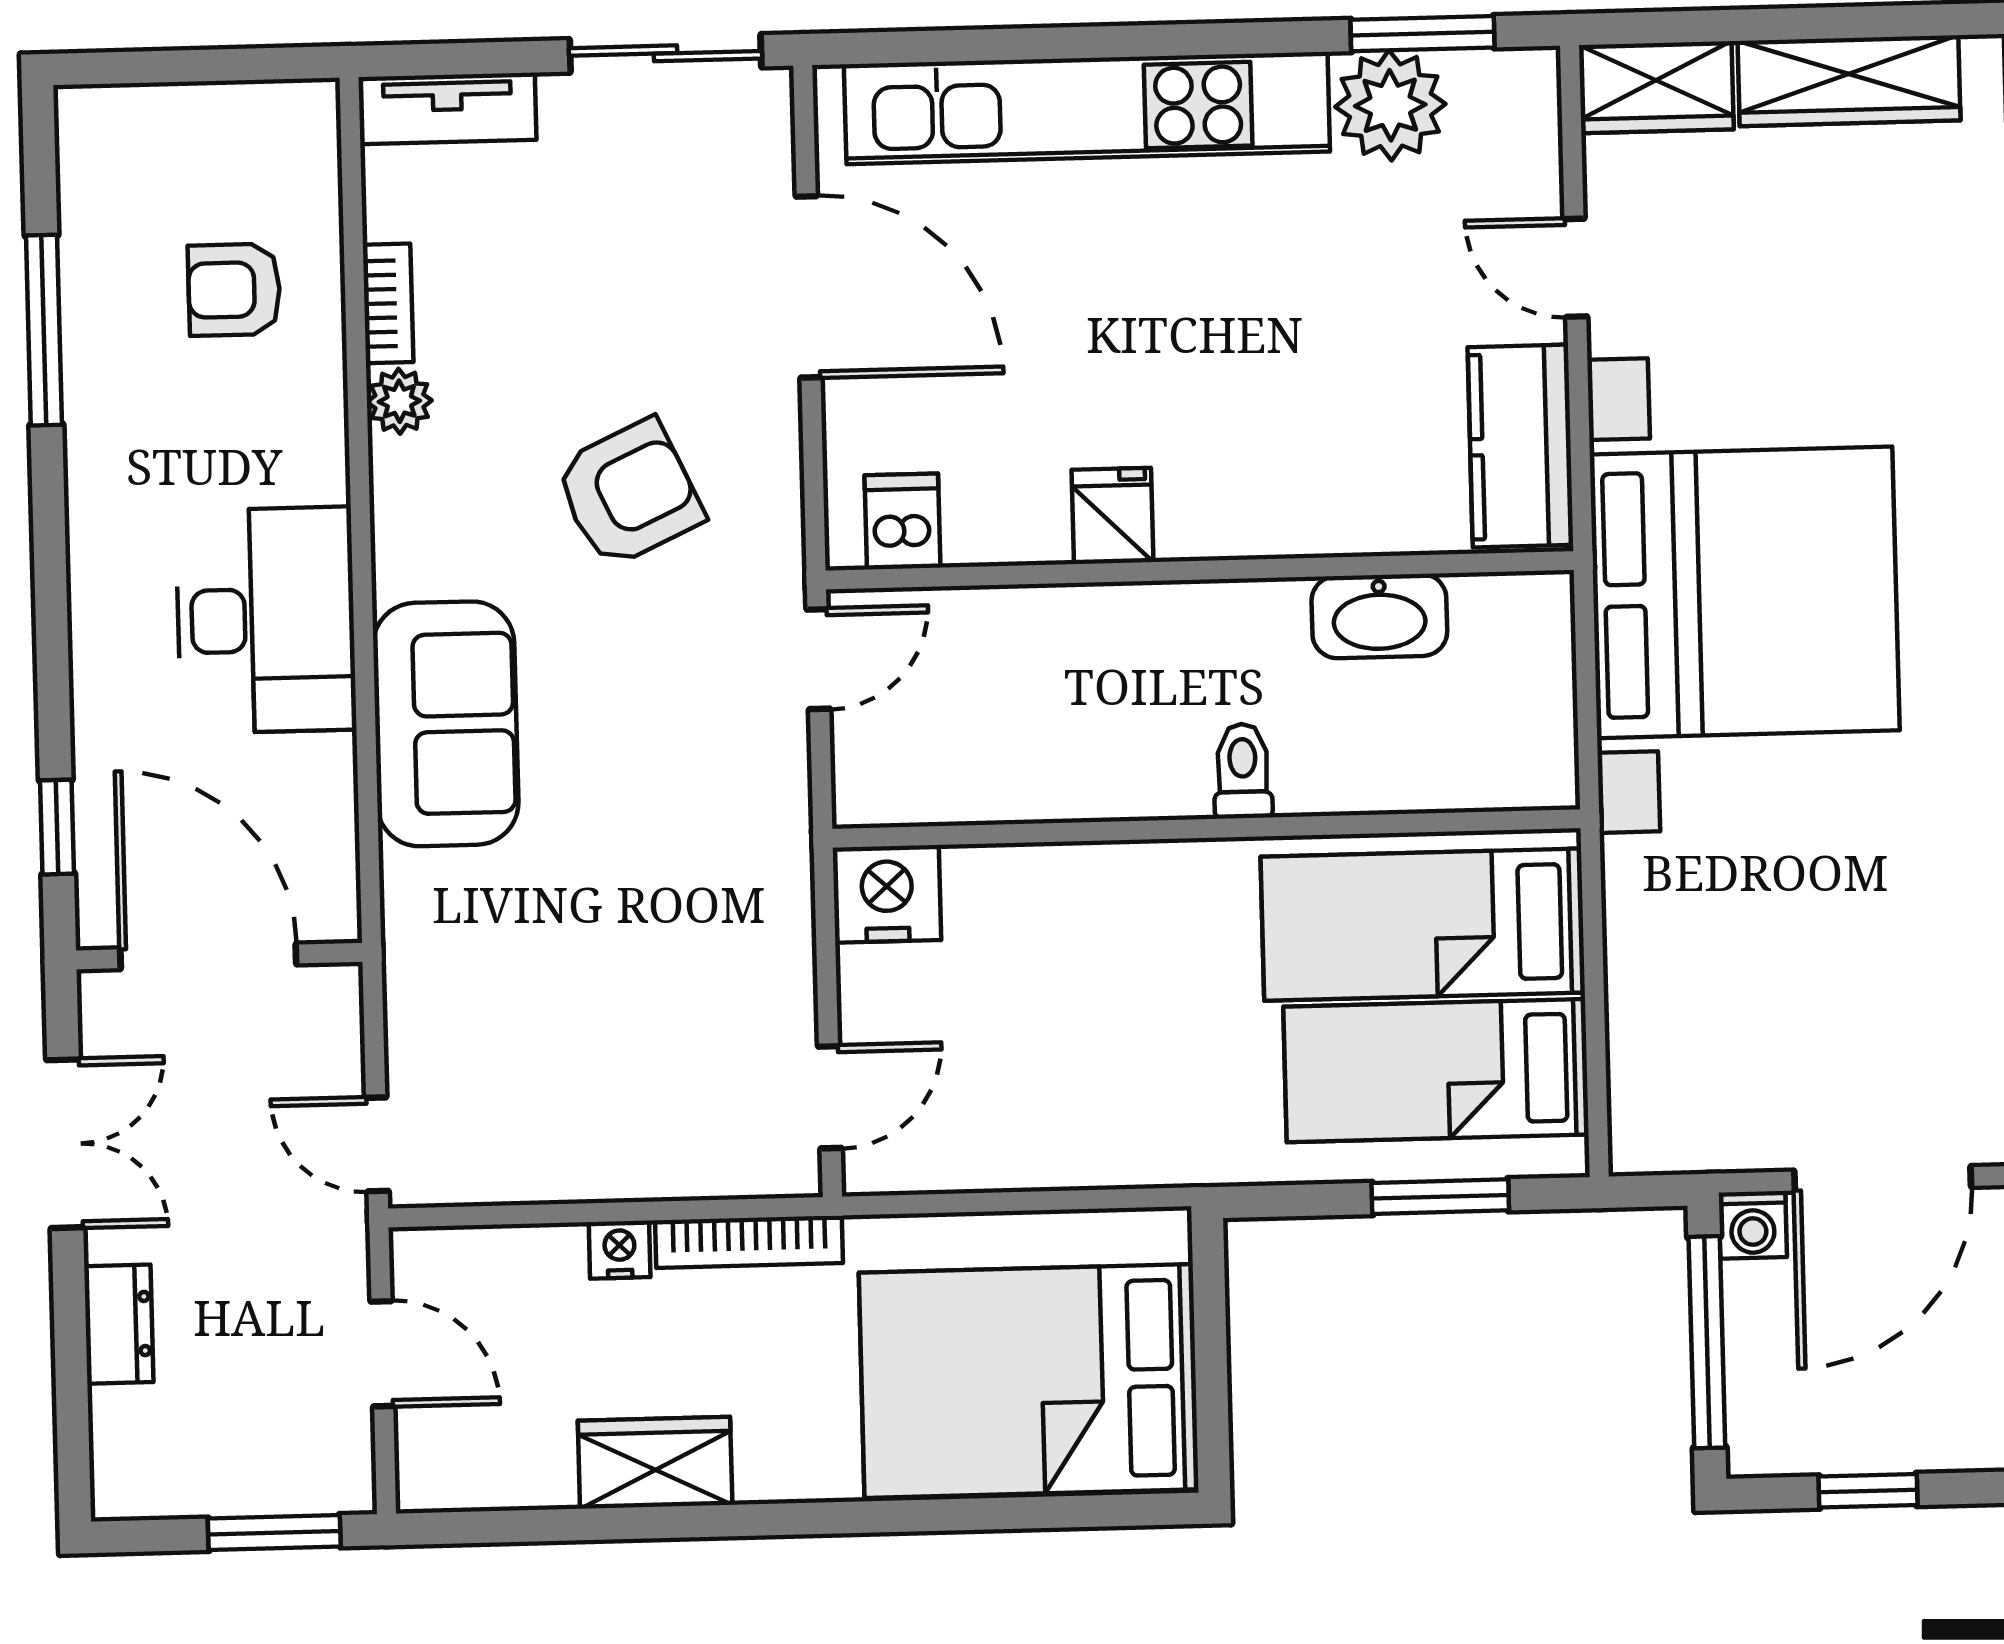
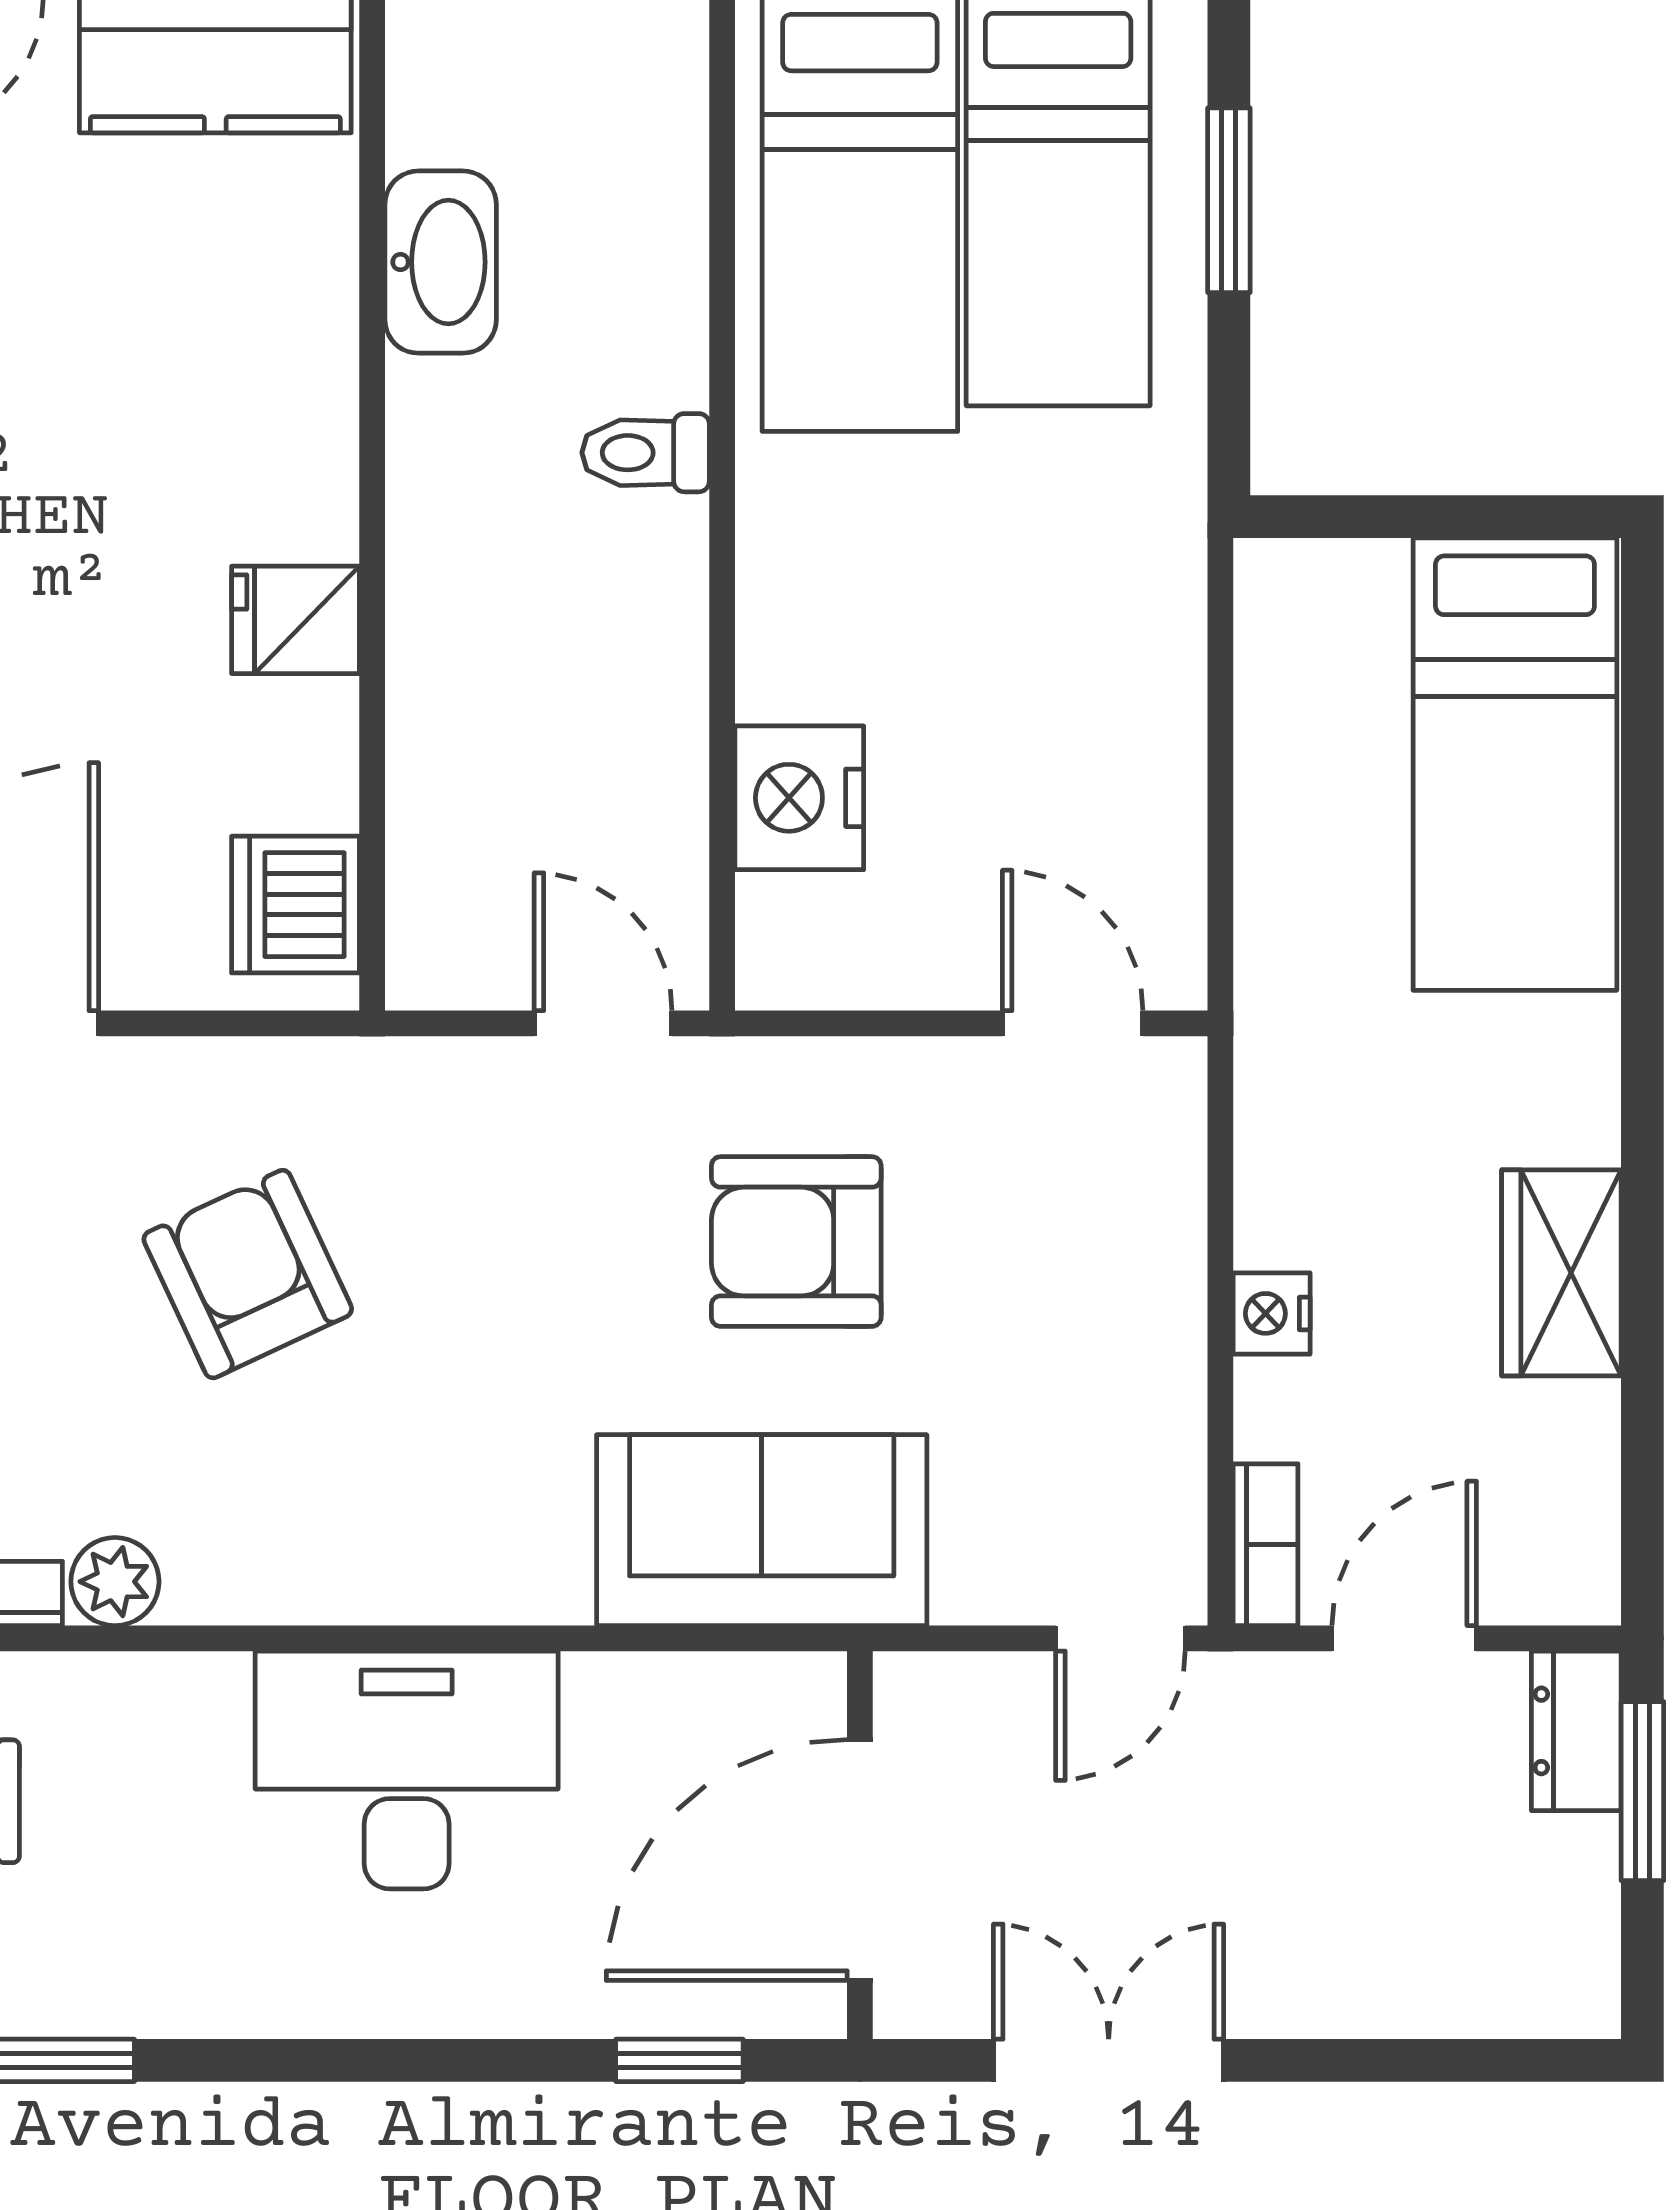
dishwasher: (902, 521) -> (296, 905), width x1.38
door: (818, 659) -> (603, 1023), moved
sofa: (446, 724) -> (762, 1530), moved
nightstand: (887, 894) -> (799, 798), moved
armchair: (663, 898) -> (796, 1242), added
bookcase: (749, 1242) -> (1266, 1545), moved, width x0.64
dresser: (119, 1324) -> (1576, 1731), moved, turned -90
bed: (1029, 1381) -> (1515, 764), width x0.67

